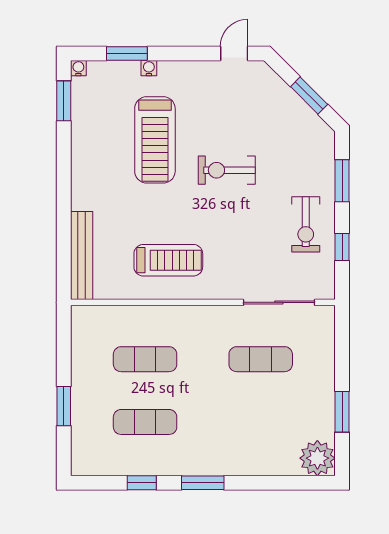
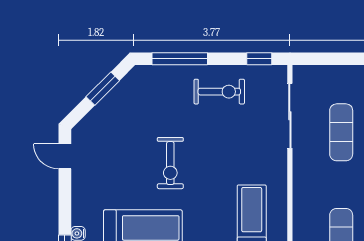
window: (342, 181) -> (180, 59), width x1.44
window: (342, 247) -> (259, 59), moved

